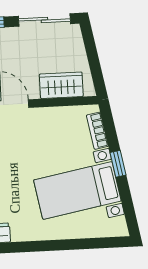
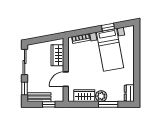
window: (118, 164) -> (108, 27), moved

